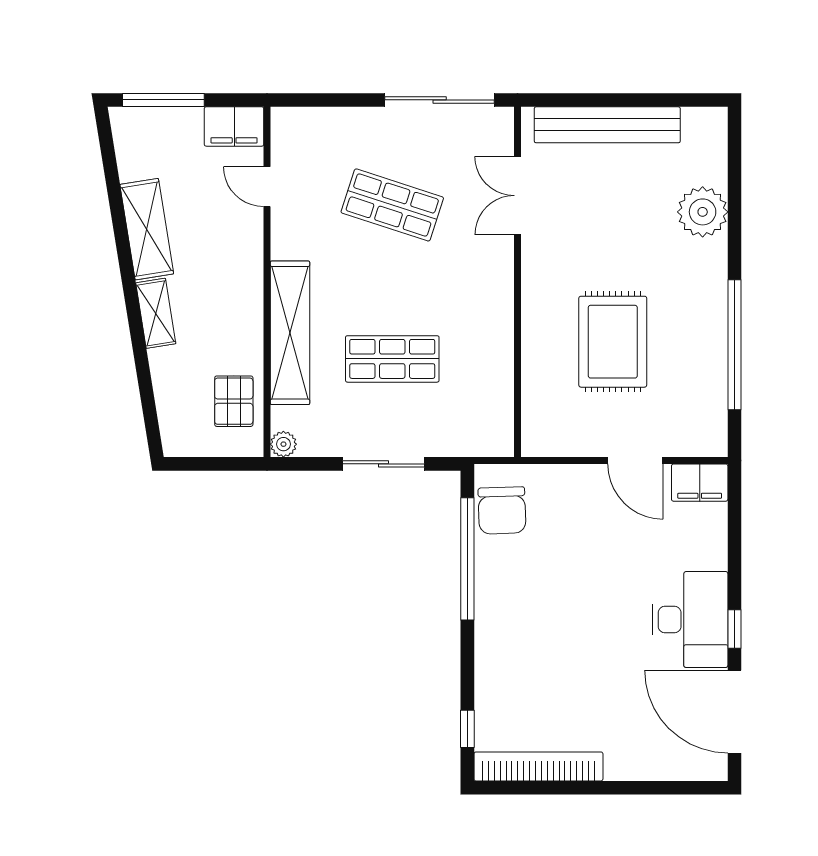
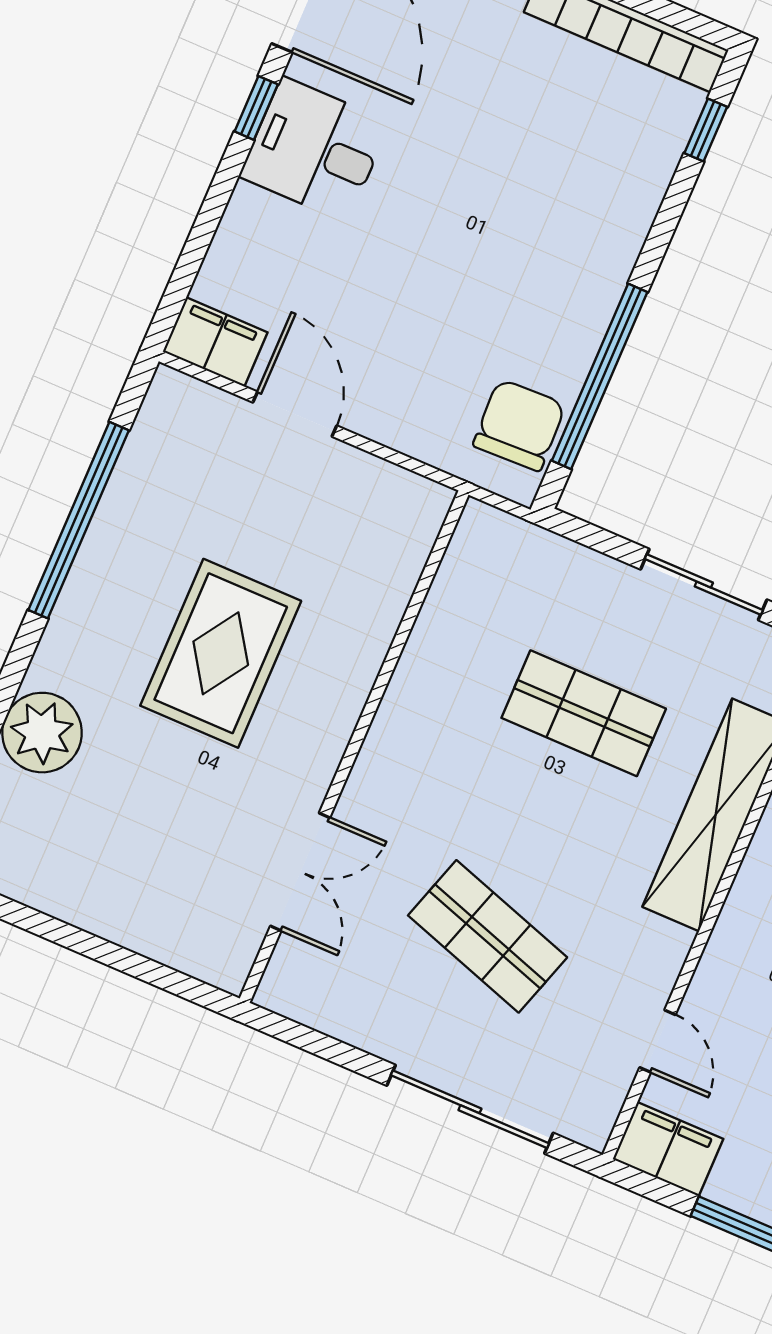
sliding door: (440, 100) -> (470, 1109), moved
bench: (607, 125) -> (126, 918), removed
rug: (613, 342) -> (221, 653), moved
sliding door: (384, 464) -> (704, 585), moved
desk: (690, 620) -> (315, 149), width x0.73

